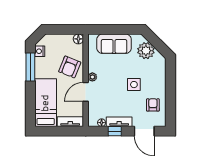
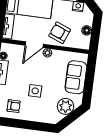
floor lamp: (78, 39) -> (87, 30), moved
door: (86, 92) -> (34, 45), swing flipped

